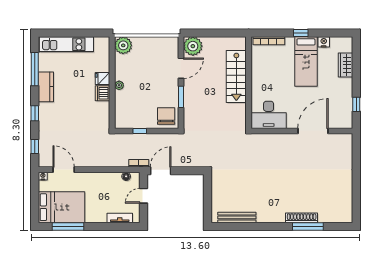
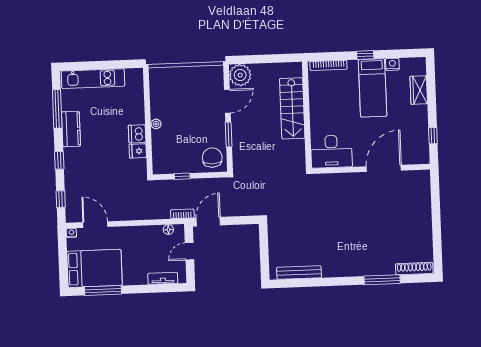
plant: (123, 45) -> (159, 77), removed
fridge: (103, 79) -> (138, 151), moved
shoe rack: (302, 218) -> (414, 269), moved

